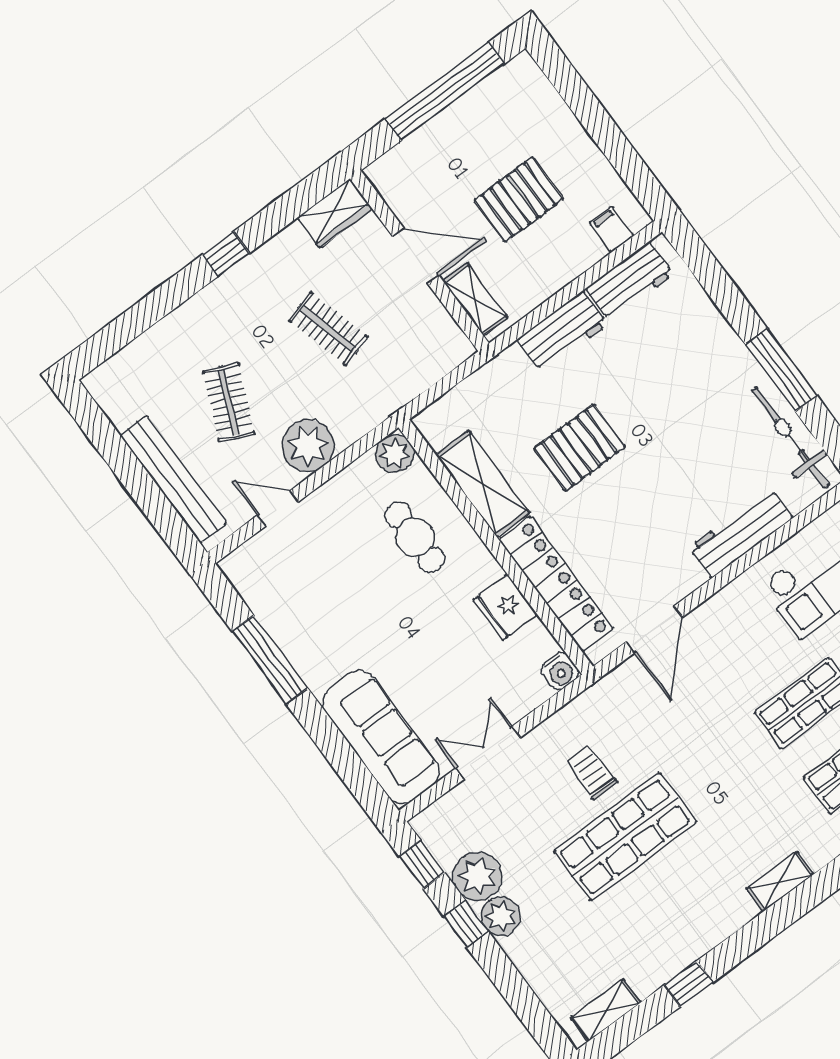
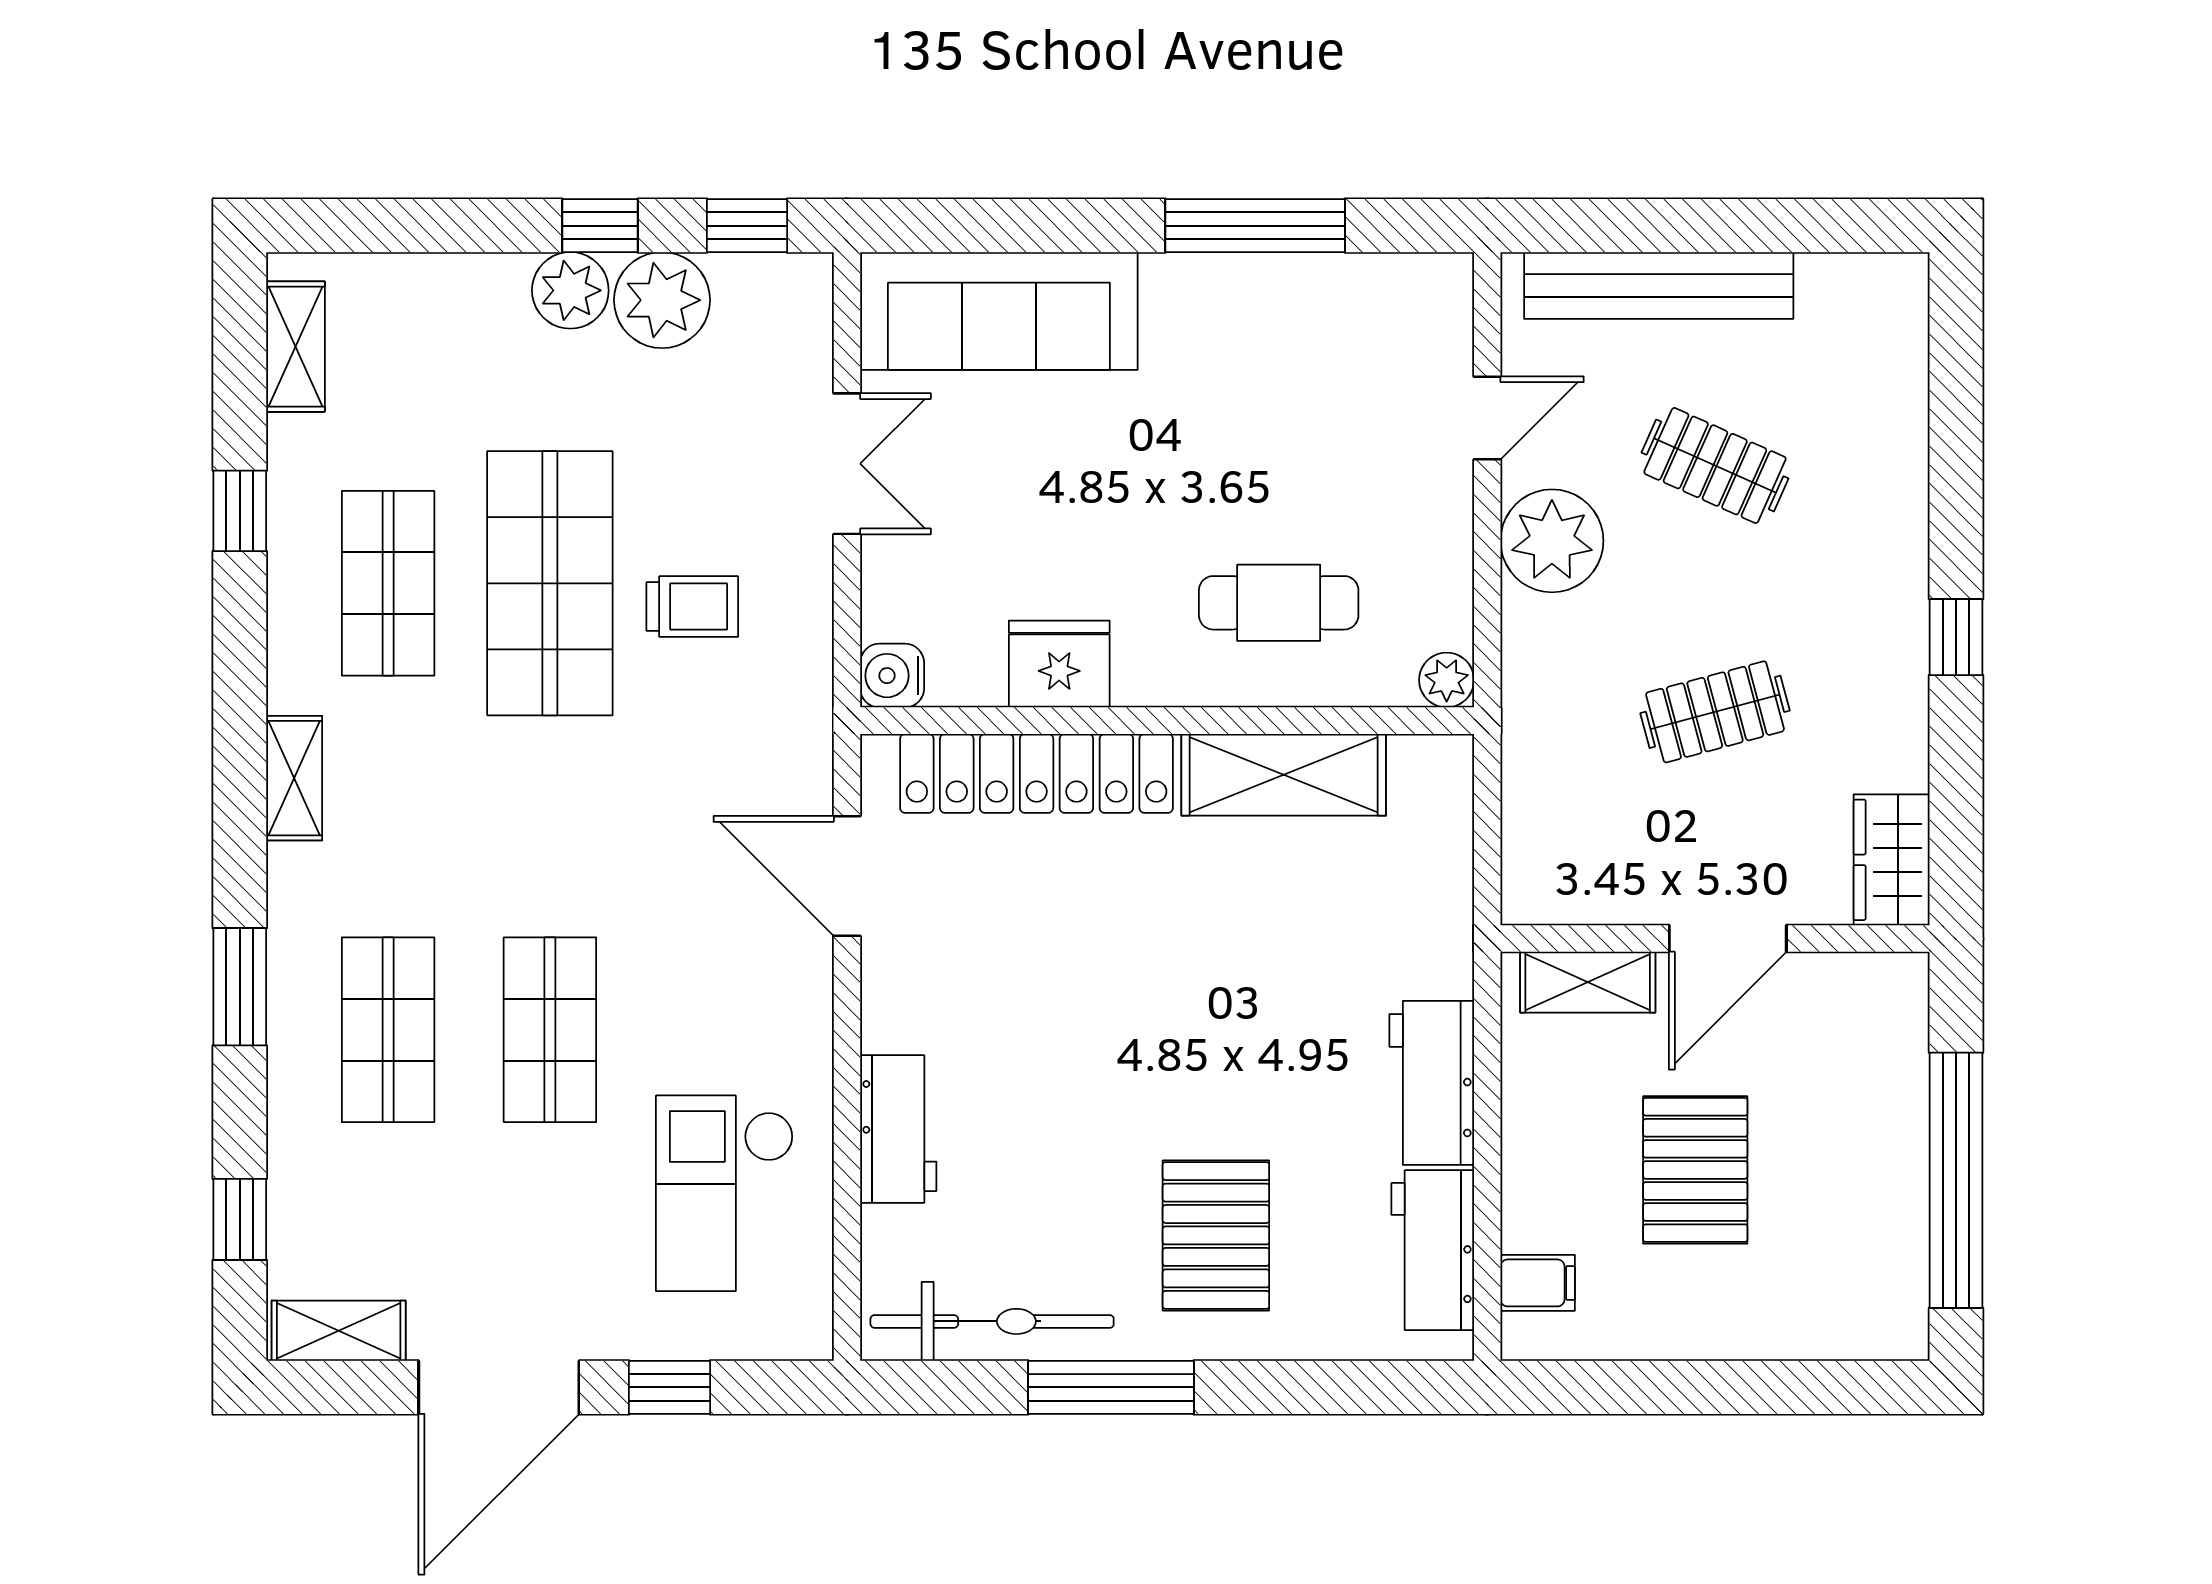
pallet: (580, 448) -> (1216, 1235), moved
plant: (395, 454) -> (1447, 680), width x0.73, depth x0.73
workbench: (741, 533) -> (898, 1129), width x0.73
shop shelf: (674, 902) -> (388, 583), added

